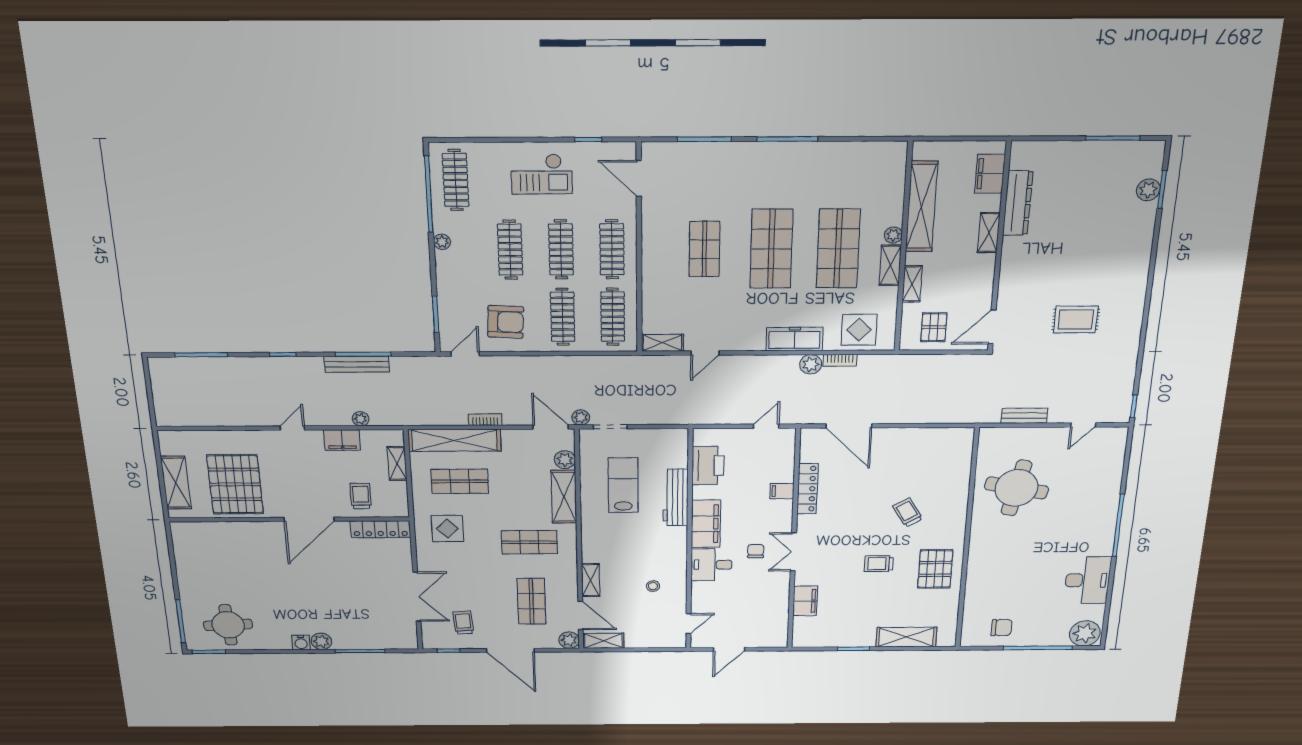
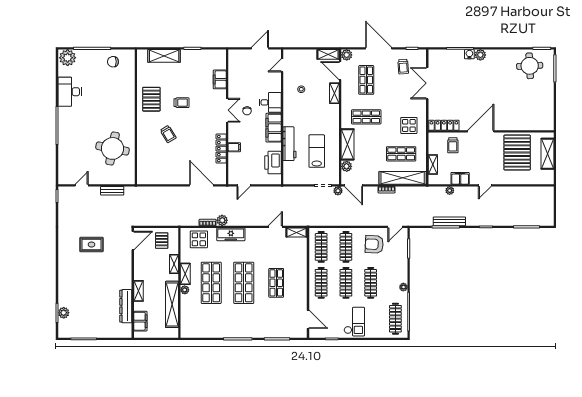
checkout: (542, 174) -> (354, 322), turned 90
lab bench: (623, 485) -> (317, 151), turned 180
water cooler: (301, 642) -> (469, 54), moved

